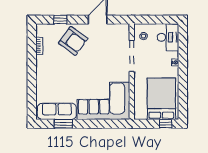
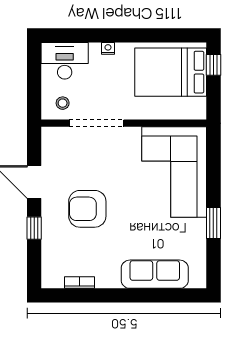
window: (60, 20) -> (34, 228), moved
armchair: (73, 41) -> (87, 209), moved, turned -126
sofa: (57, 111) -> (155, 274), moved, turned 90
window: (63, 124) -> (213, 223), moved

